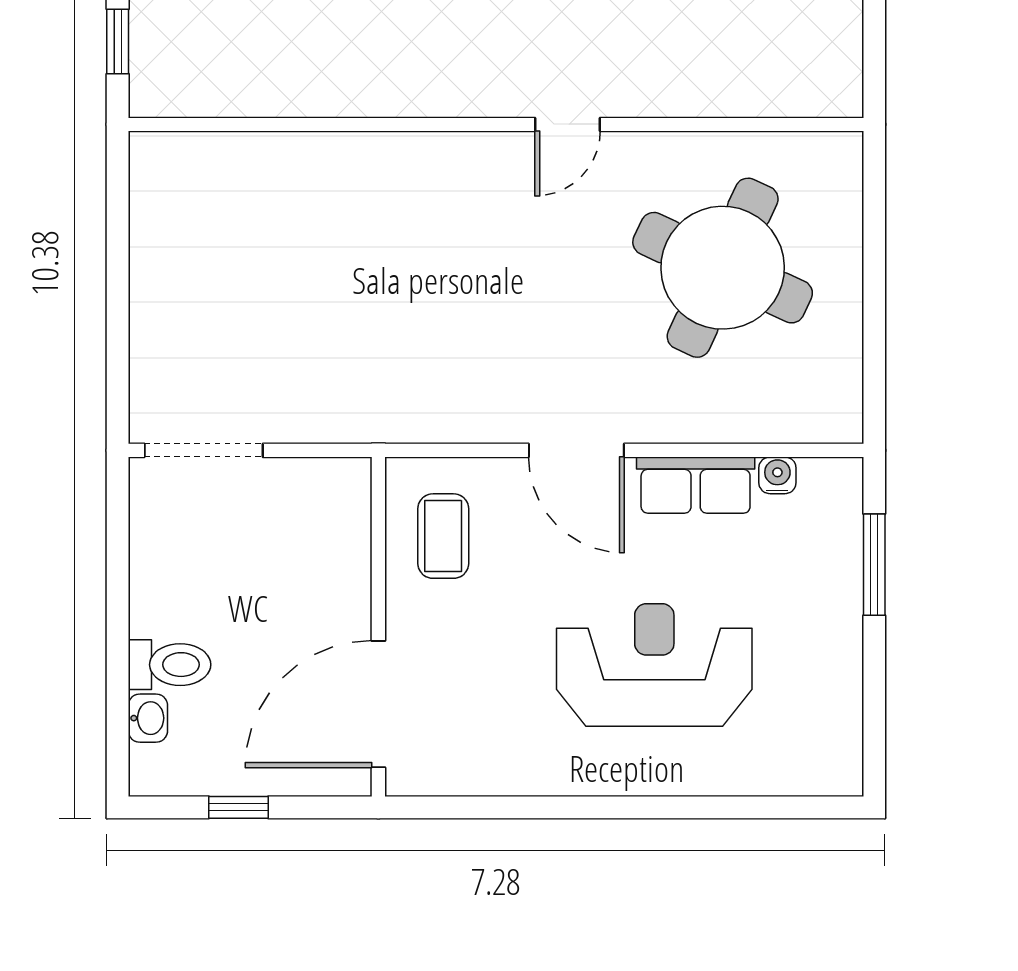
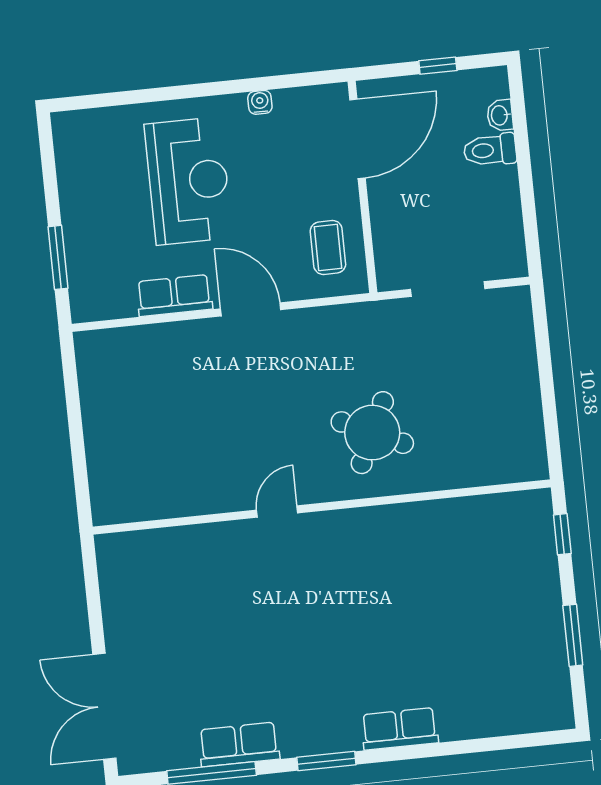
round table: (723, 268) -> (372, 433), moved, width x0.73, depth x0.73
doorway: (204, 450) -> (448, 289), moved
water cooler: (777, 475) -> (260, 102), moved, turned 180
reception desk: (654, 665) -> (188, 181), turned -90

